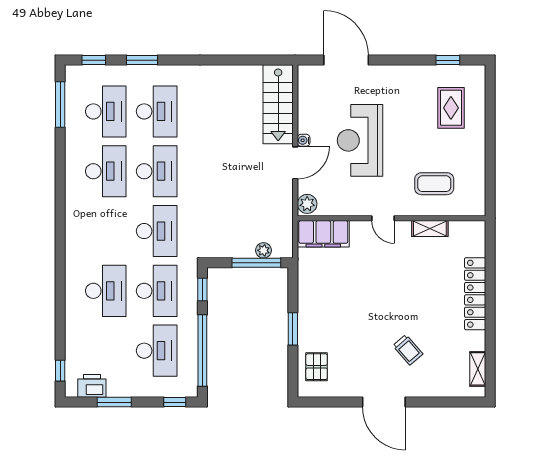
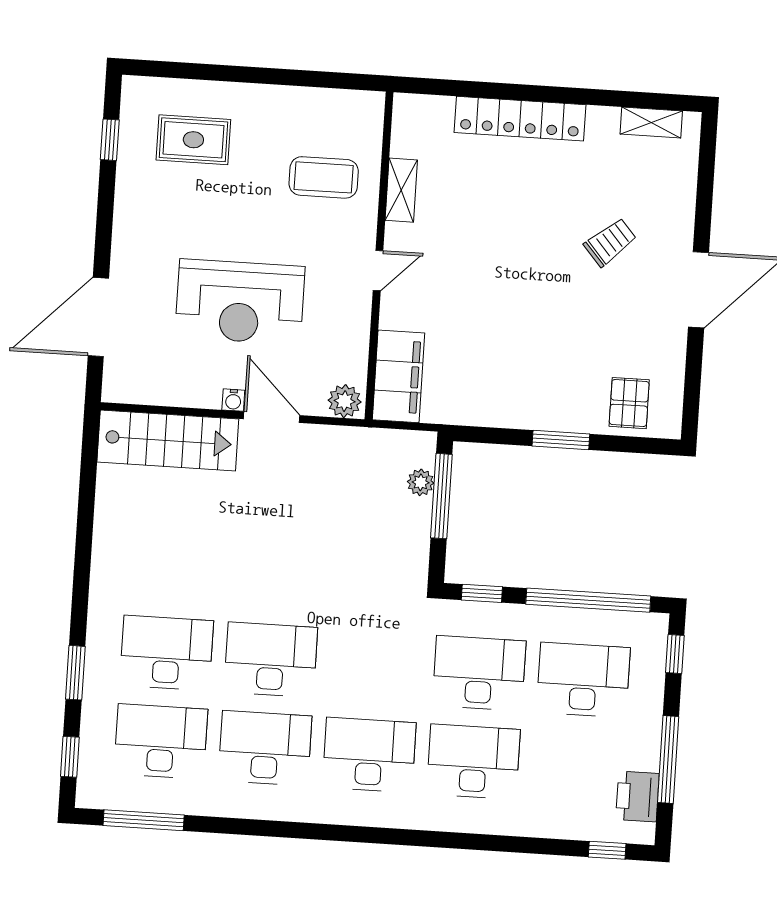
coffee table: (434, 184) -> (324, 177), turned 90
desk: (157, 231) -> (369, 755), moved
pallet: (317, 367) -> (629, 403), turned 90
window: (114, 402) -> (668, 759), width x1.44

